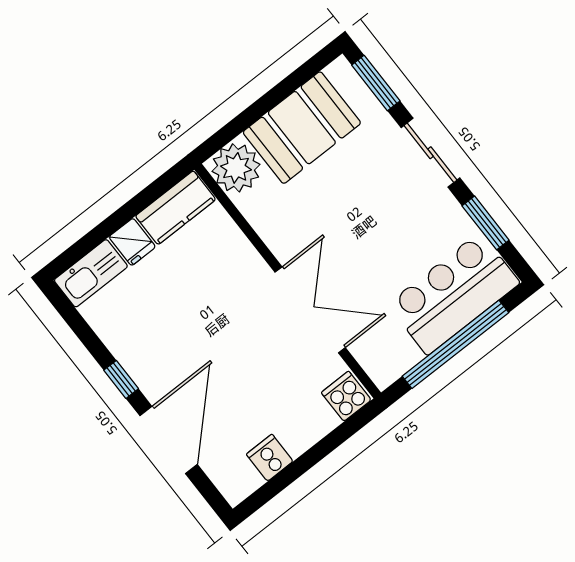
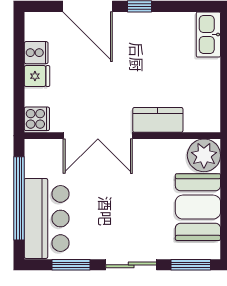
kitchen counter: (176, 208) -> (158, 120), moved, turned 90
fridge: (132, 242) -> (37, 76), moved, turned 180

